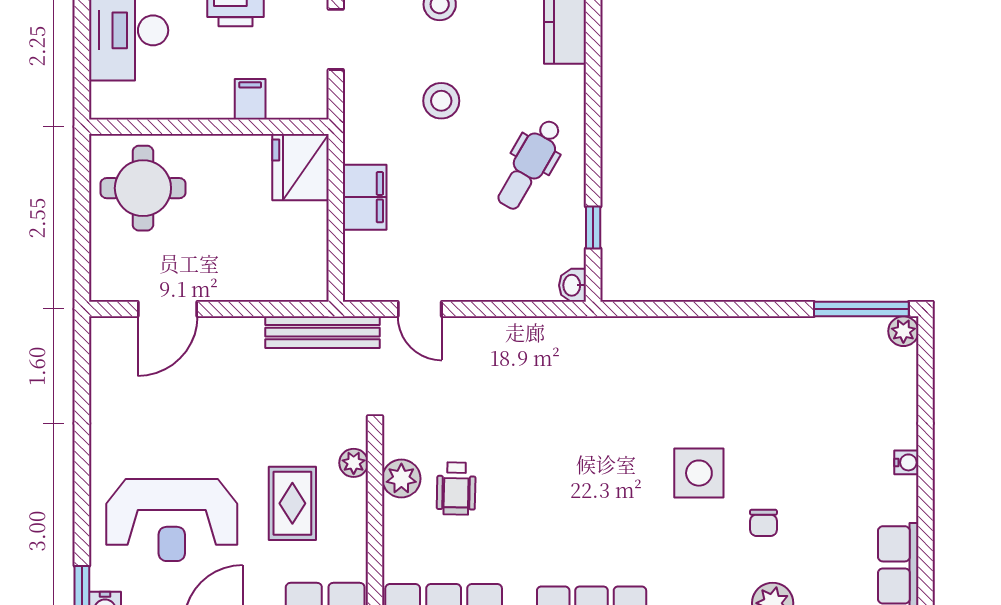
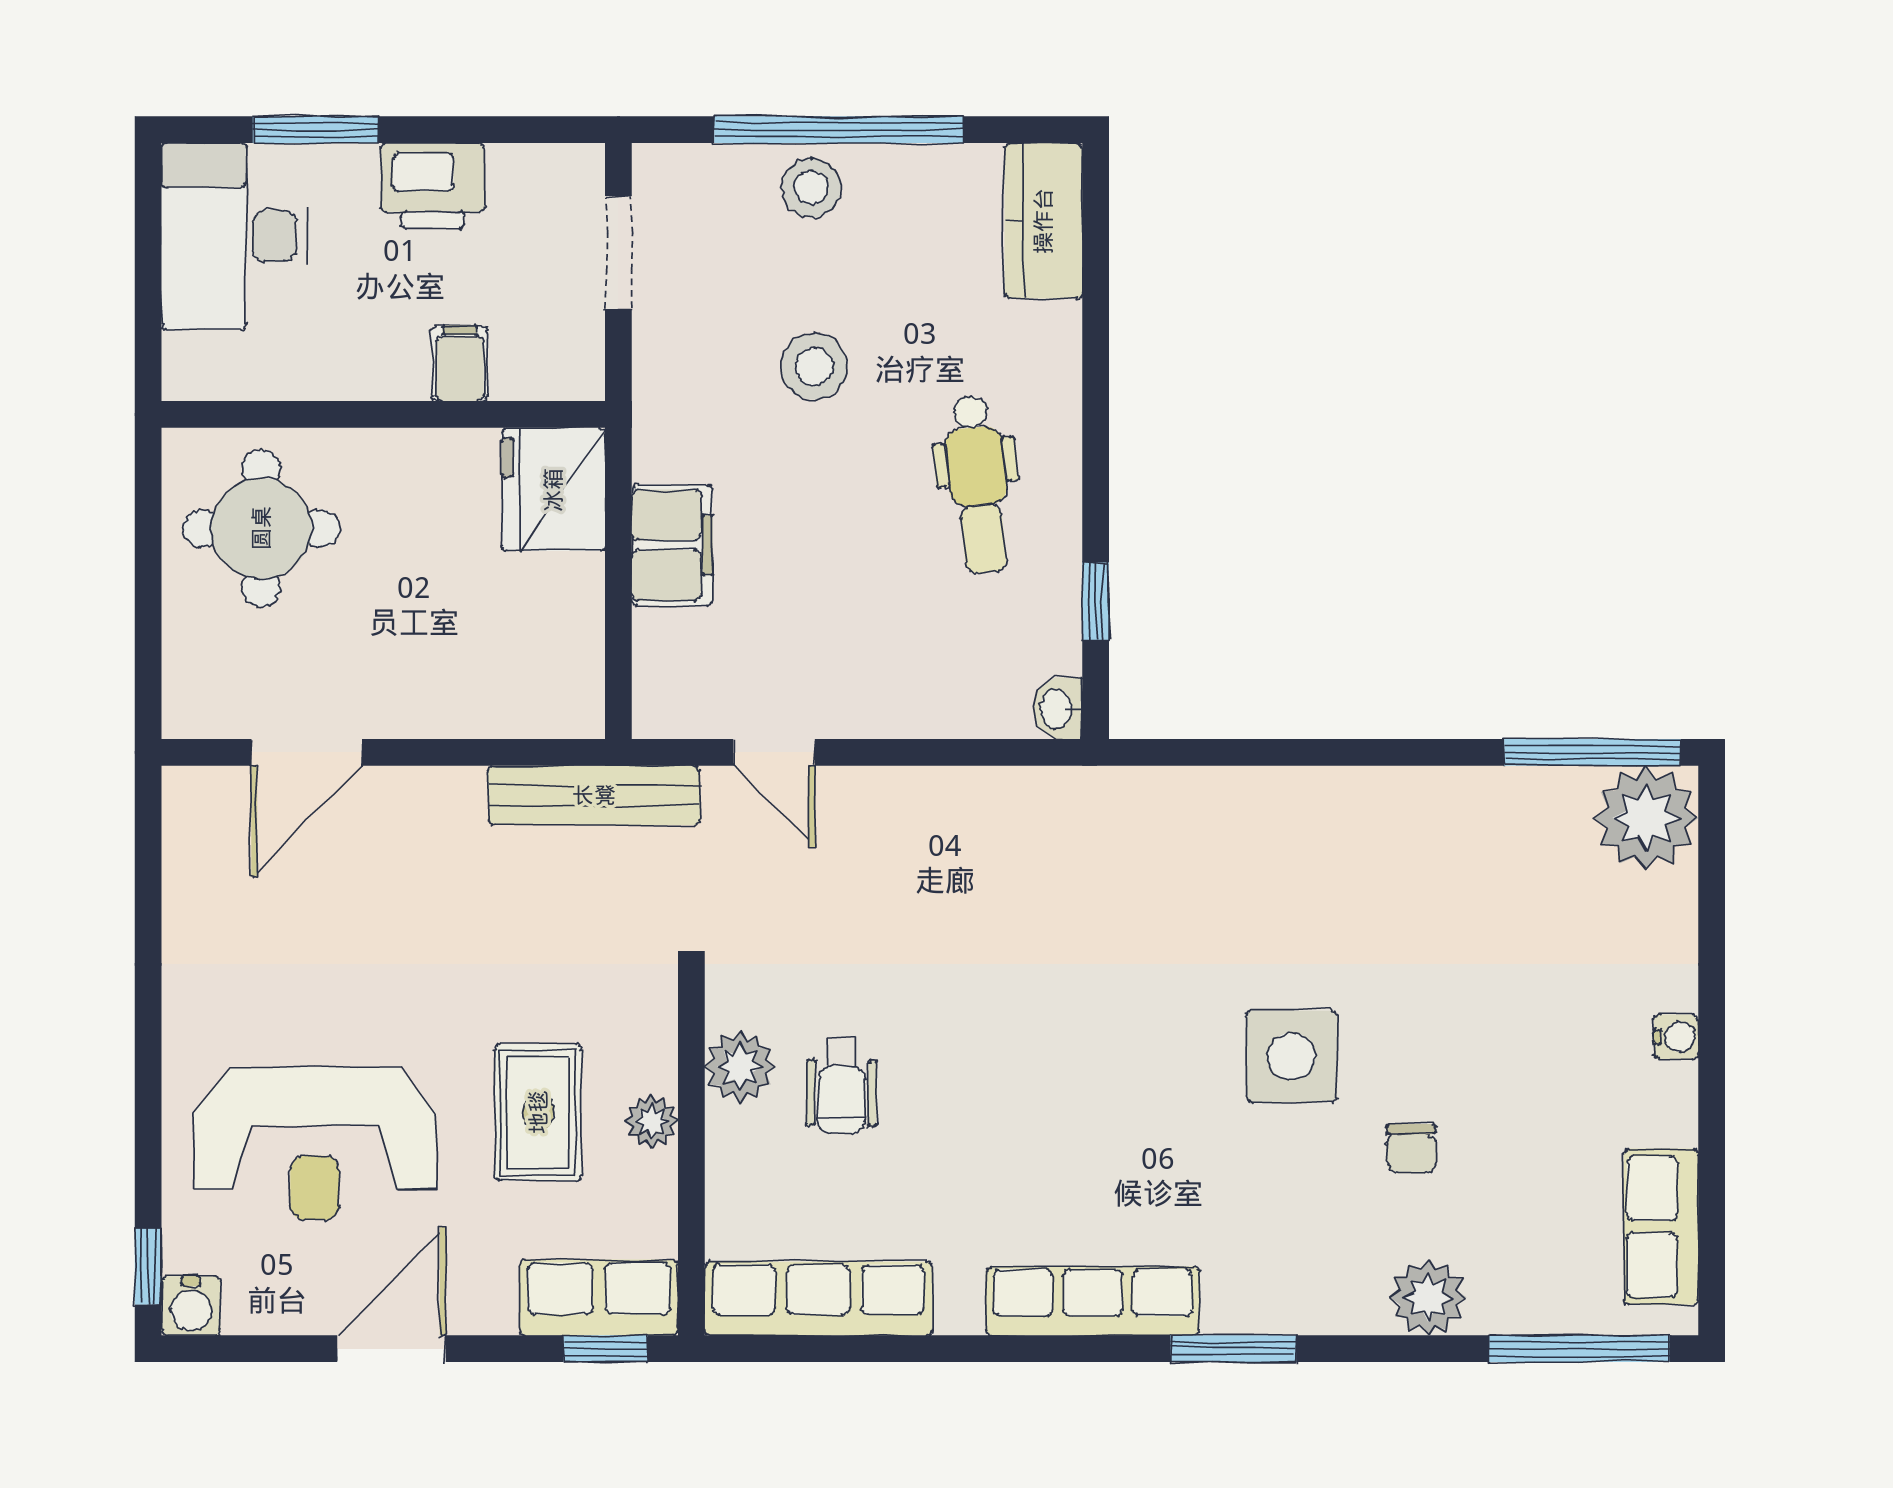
dental chair: (530, 164) -> (978, 484), turned -36
plant: (903, 331) -> (1646, 818), width x1.88, depth x1.88
plant: (354, 463) -> (652, 1121), moved

